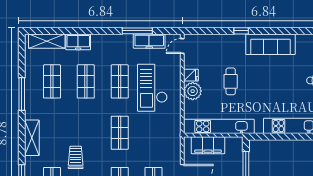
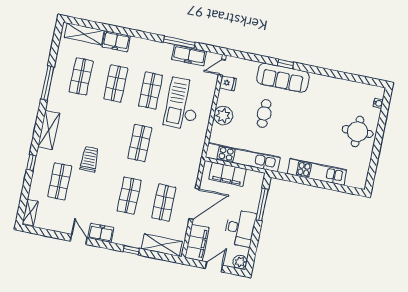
sofa: (270, 44) -> (283, 78), moved
fridge: (191, 75) -> (228, 83), moved

